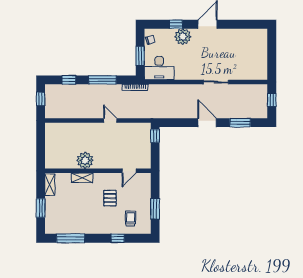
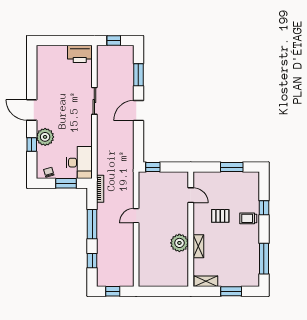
printer: (259, 69) -> (80, 54), added
trolley: (130, 218) -> (248, 218), moved

